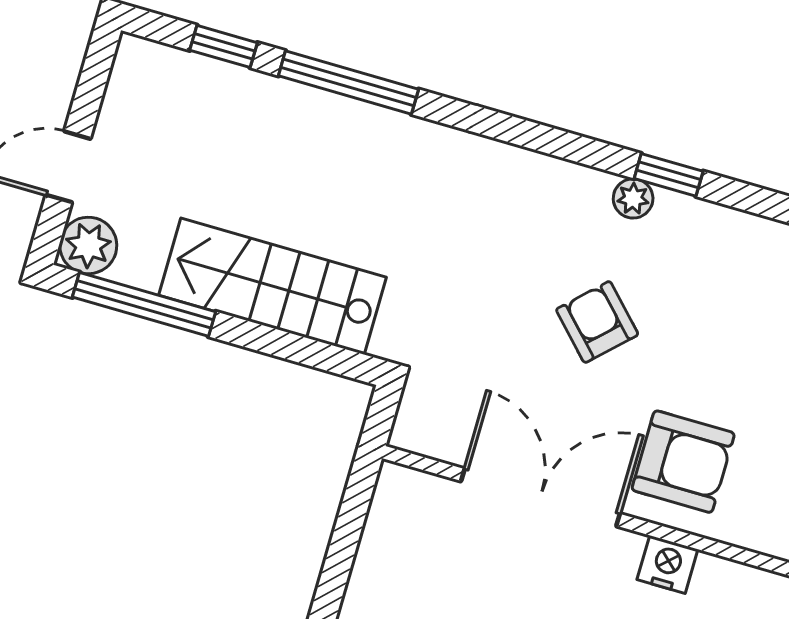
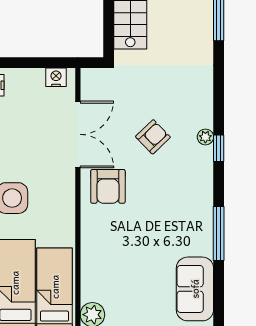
nightstand: (667, 564) -> (56, 77), moved, turned -90

